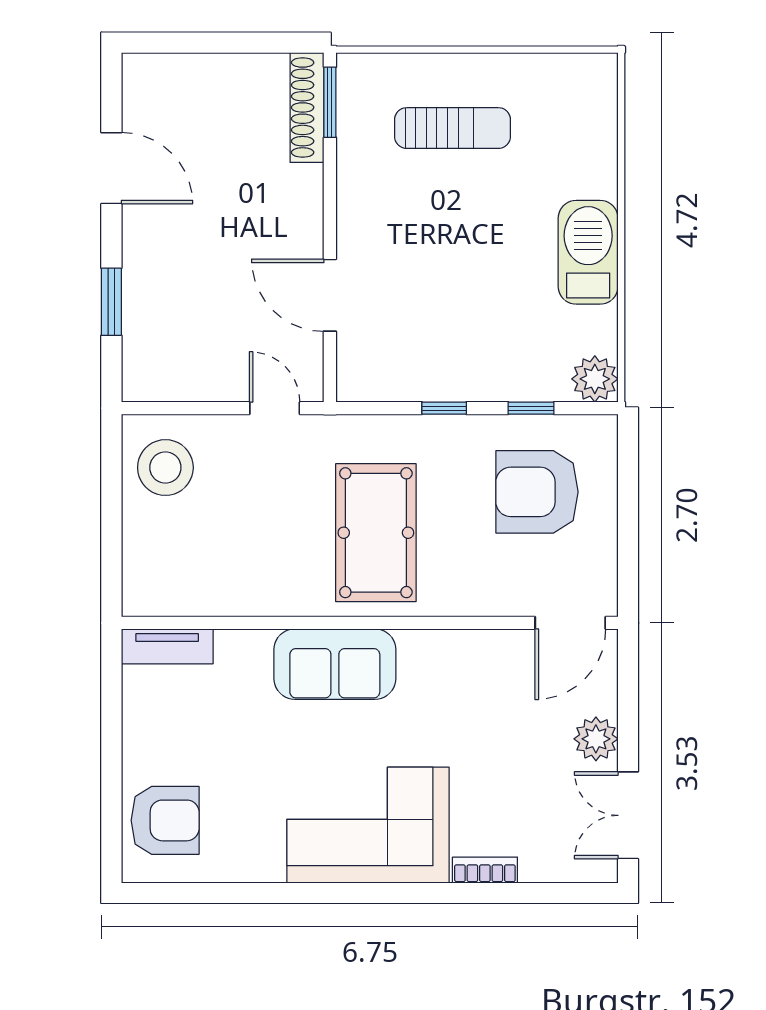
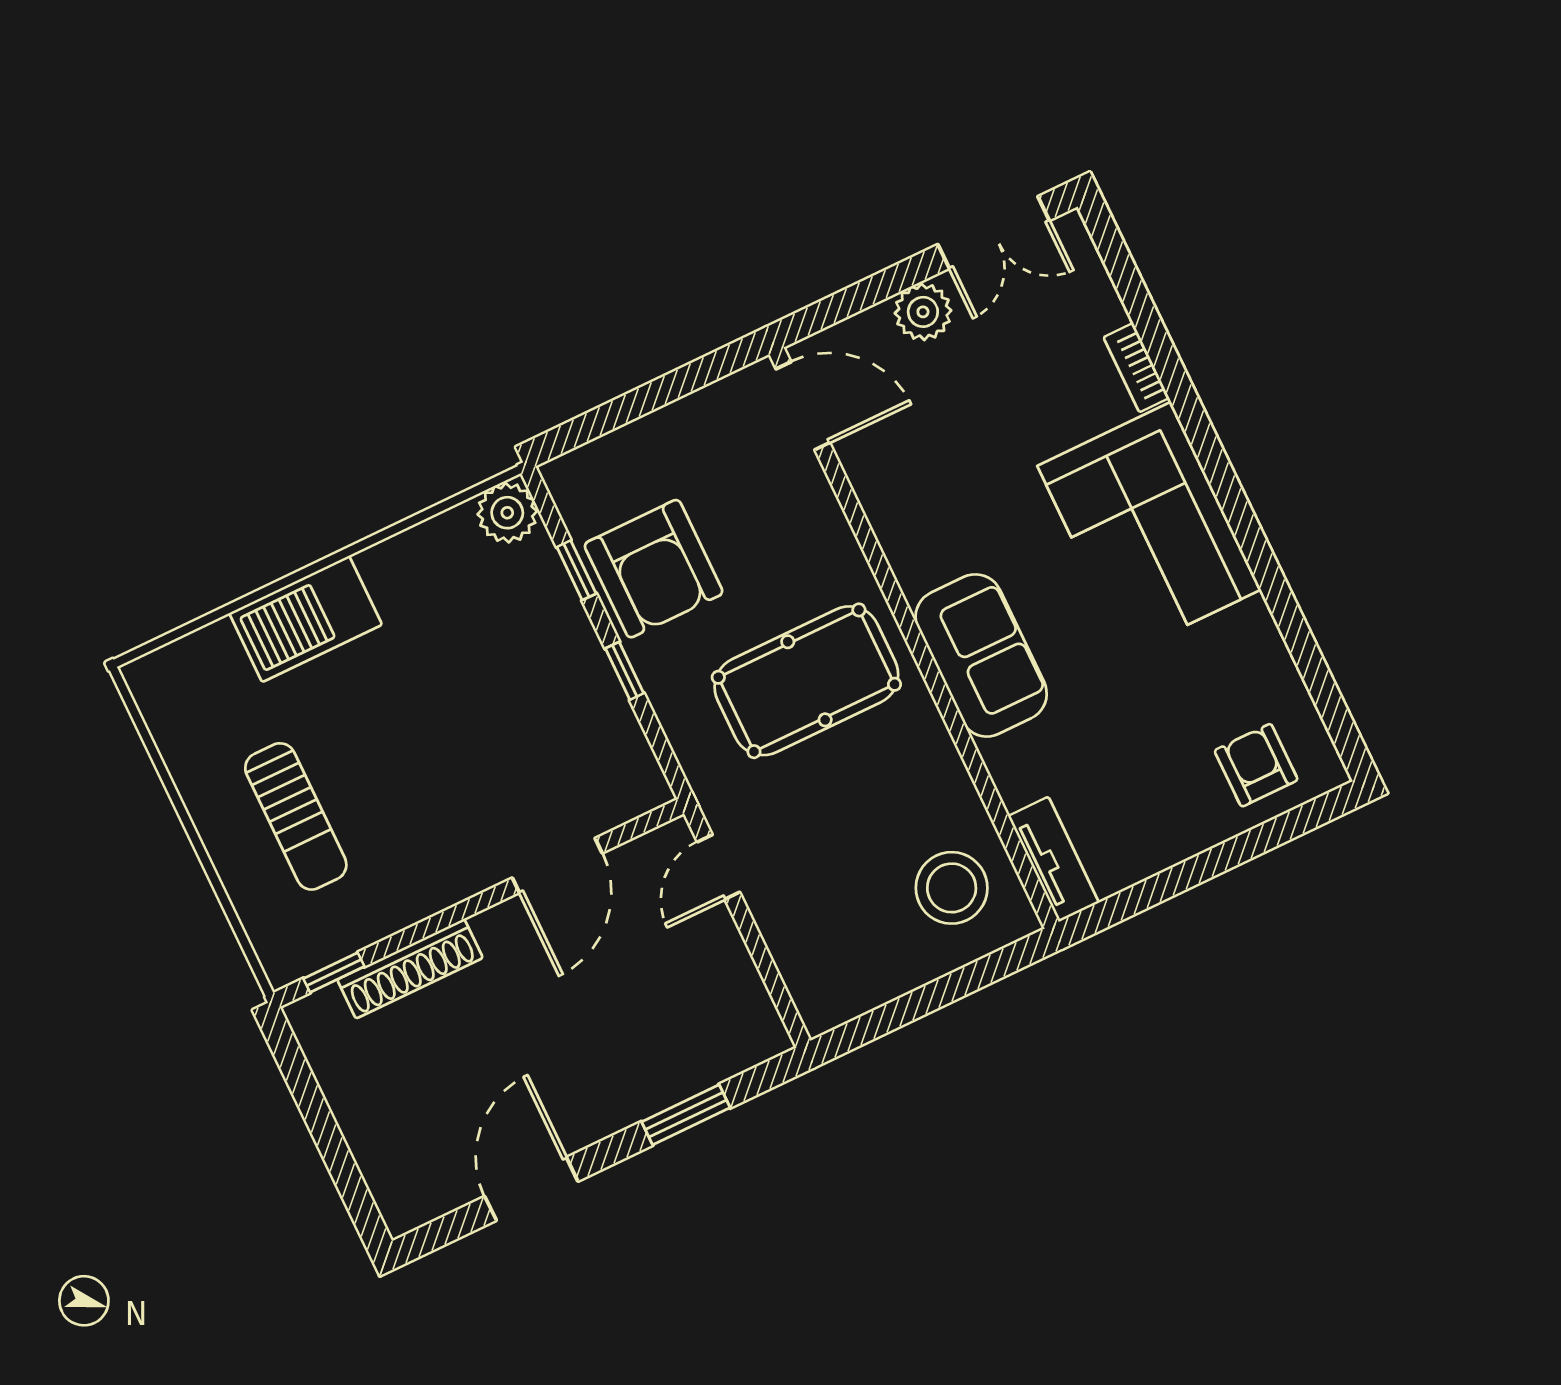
window: (330, 102) -> (334, 973), width x0.67
shoe rack: (307, 107) -> (410, 969), moved
sun lounger: (453, 128) -> (296, 816), turned 180
barbecue: (588, 252) -> (306, 619), moved
stool: (165, 468) -> (952, 888), moved
armchair: (537, 492) -> (654, 569), moved
armchair: (165, 820) -> (1256, 765), width x0.72, depth x0.72

